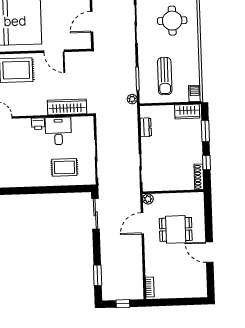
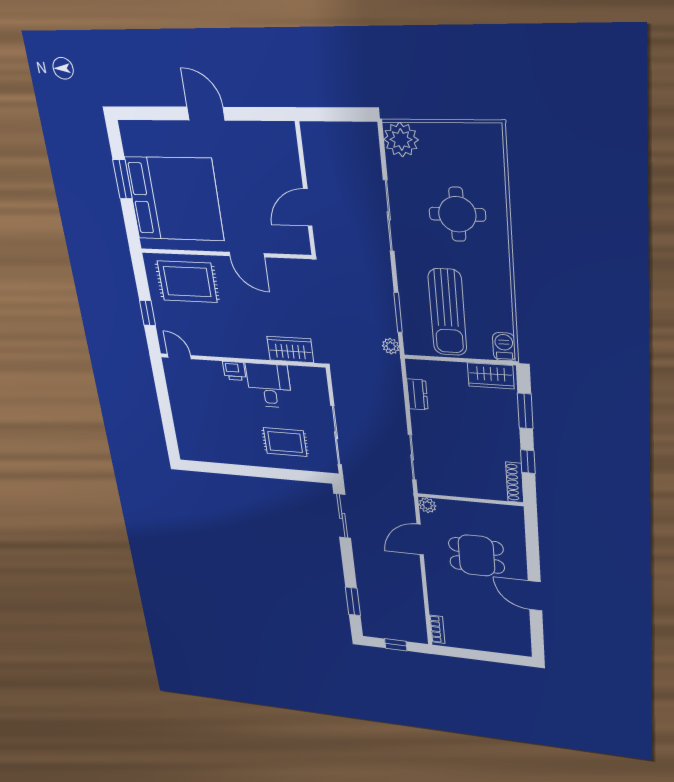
sun lounger: (165, 76) -> (447, 312), width x1.36, depth x1.34
wardrobe: (67, 107) -> (290, 350), width x0.67

